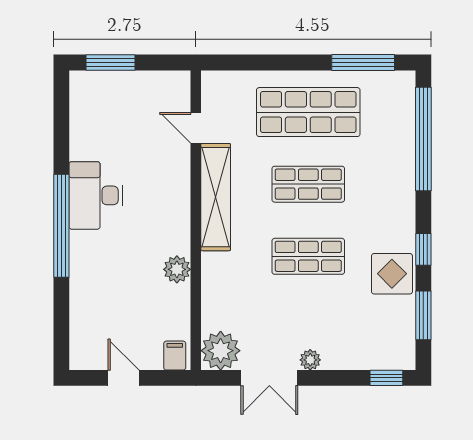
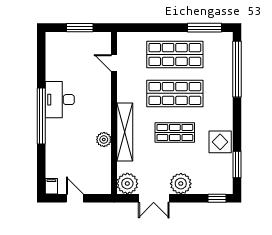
window: (110, 62) -> (80, 28), moved
shop shelf: (308, 184) -> (175, 93), width x1.43, depth x1.36
shelving: (216, 197) -> (125, 132), moved
window: (423, 249) -> (237, 129), removed
filing cabinet: (175, 356) -> (51, 186), moved
plant: (310, 360) -> (181, 184), width x1.87, depth x1.87

